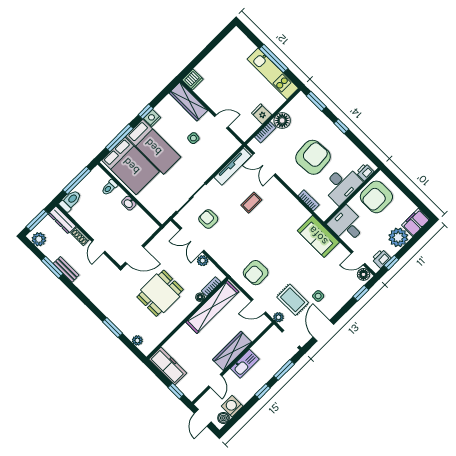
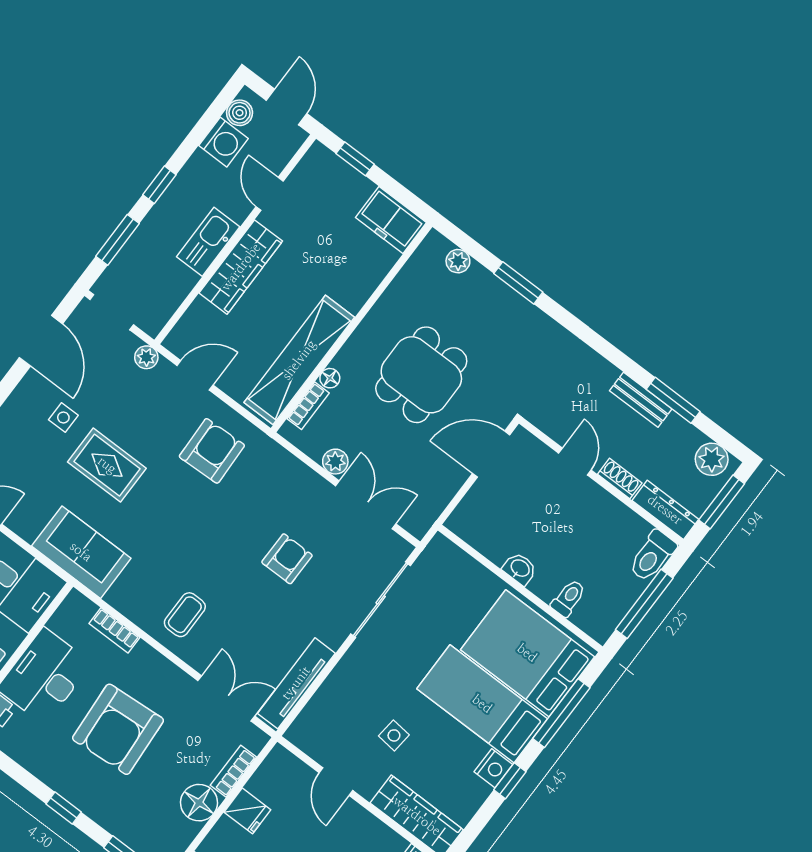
door: (221, 122) -> (336, 782), hinge flipped
coffee table: (251, 203) -> (185, 615), moved
armchair: (208, 219) -> (287, 559), moved, turned -90
rug: (293, 300) -> (107, 465), moved
freezer: (168, 366) -> (391, 220), width x0.71

